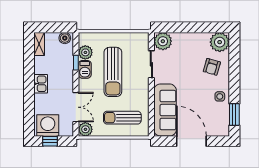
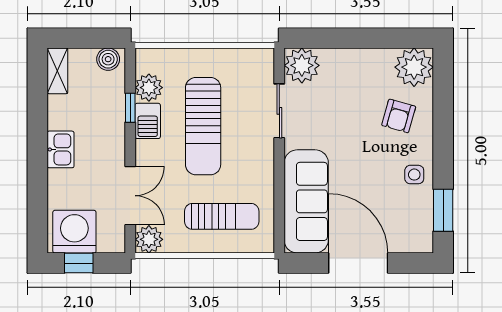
sun lounger: (122, 118) -> (222, 216), turned 180

